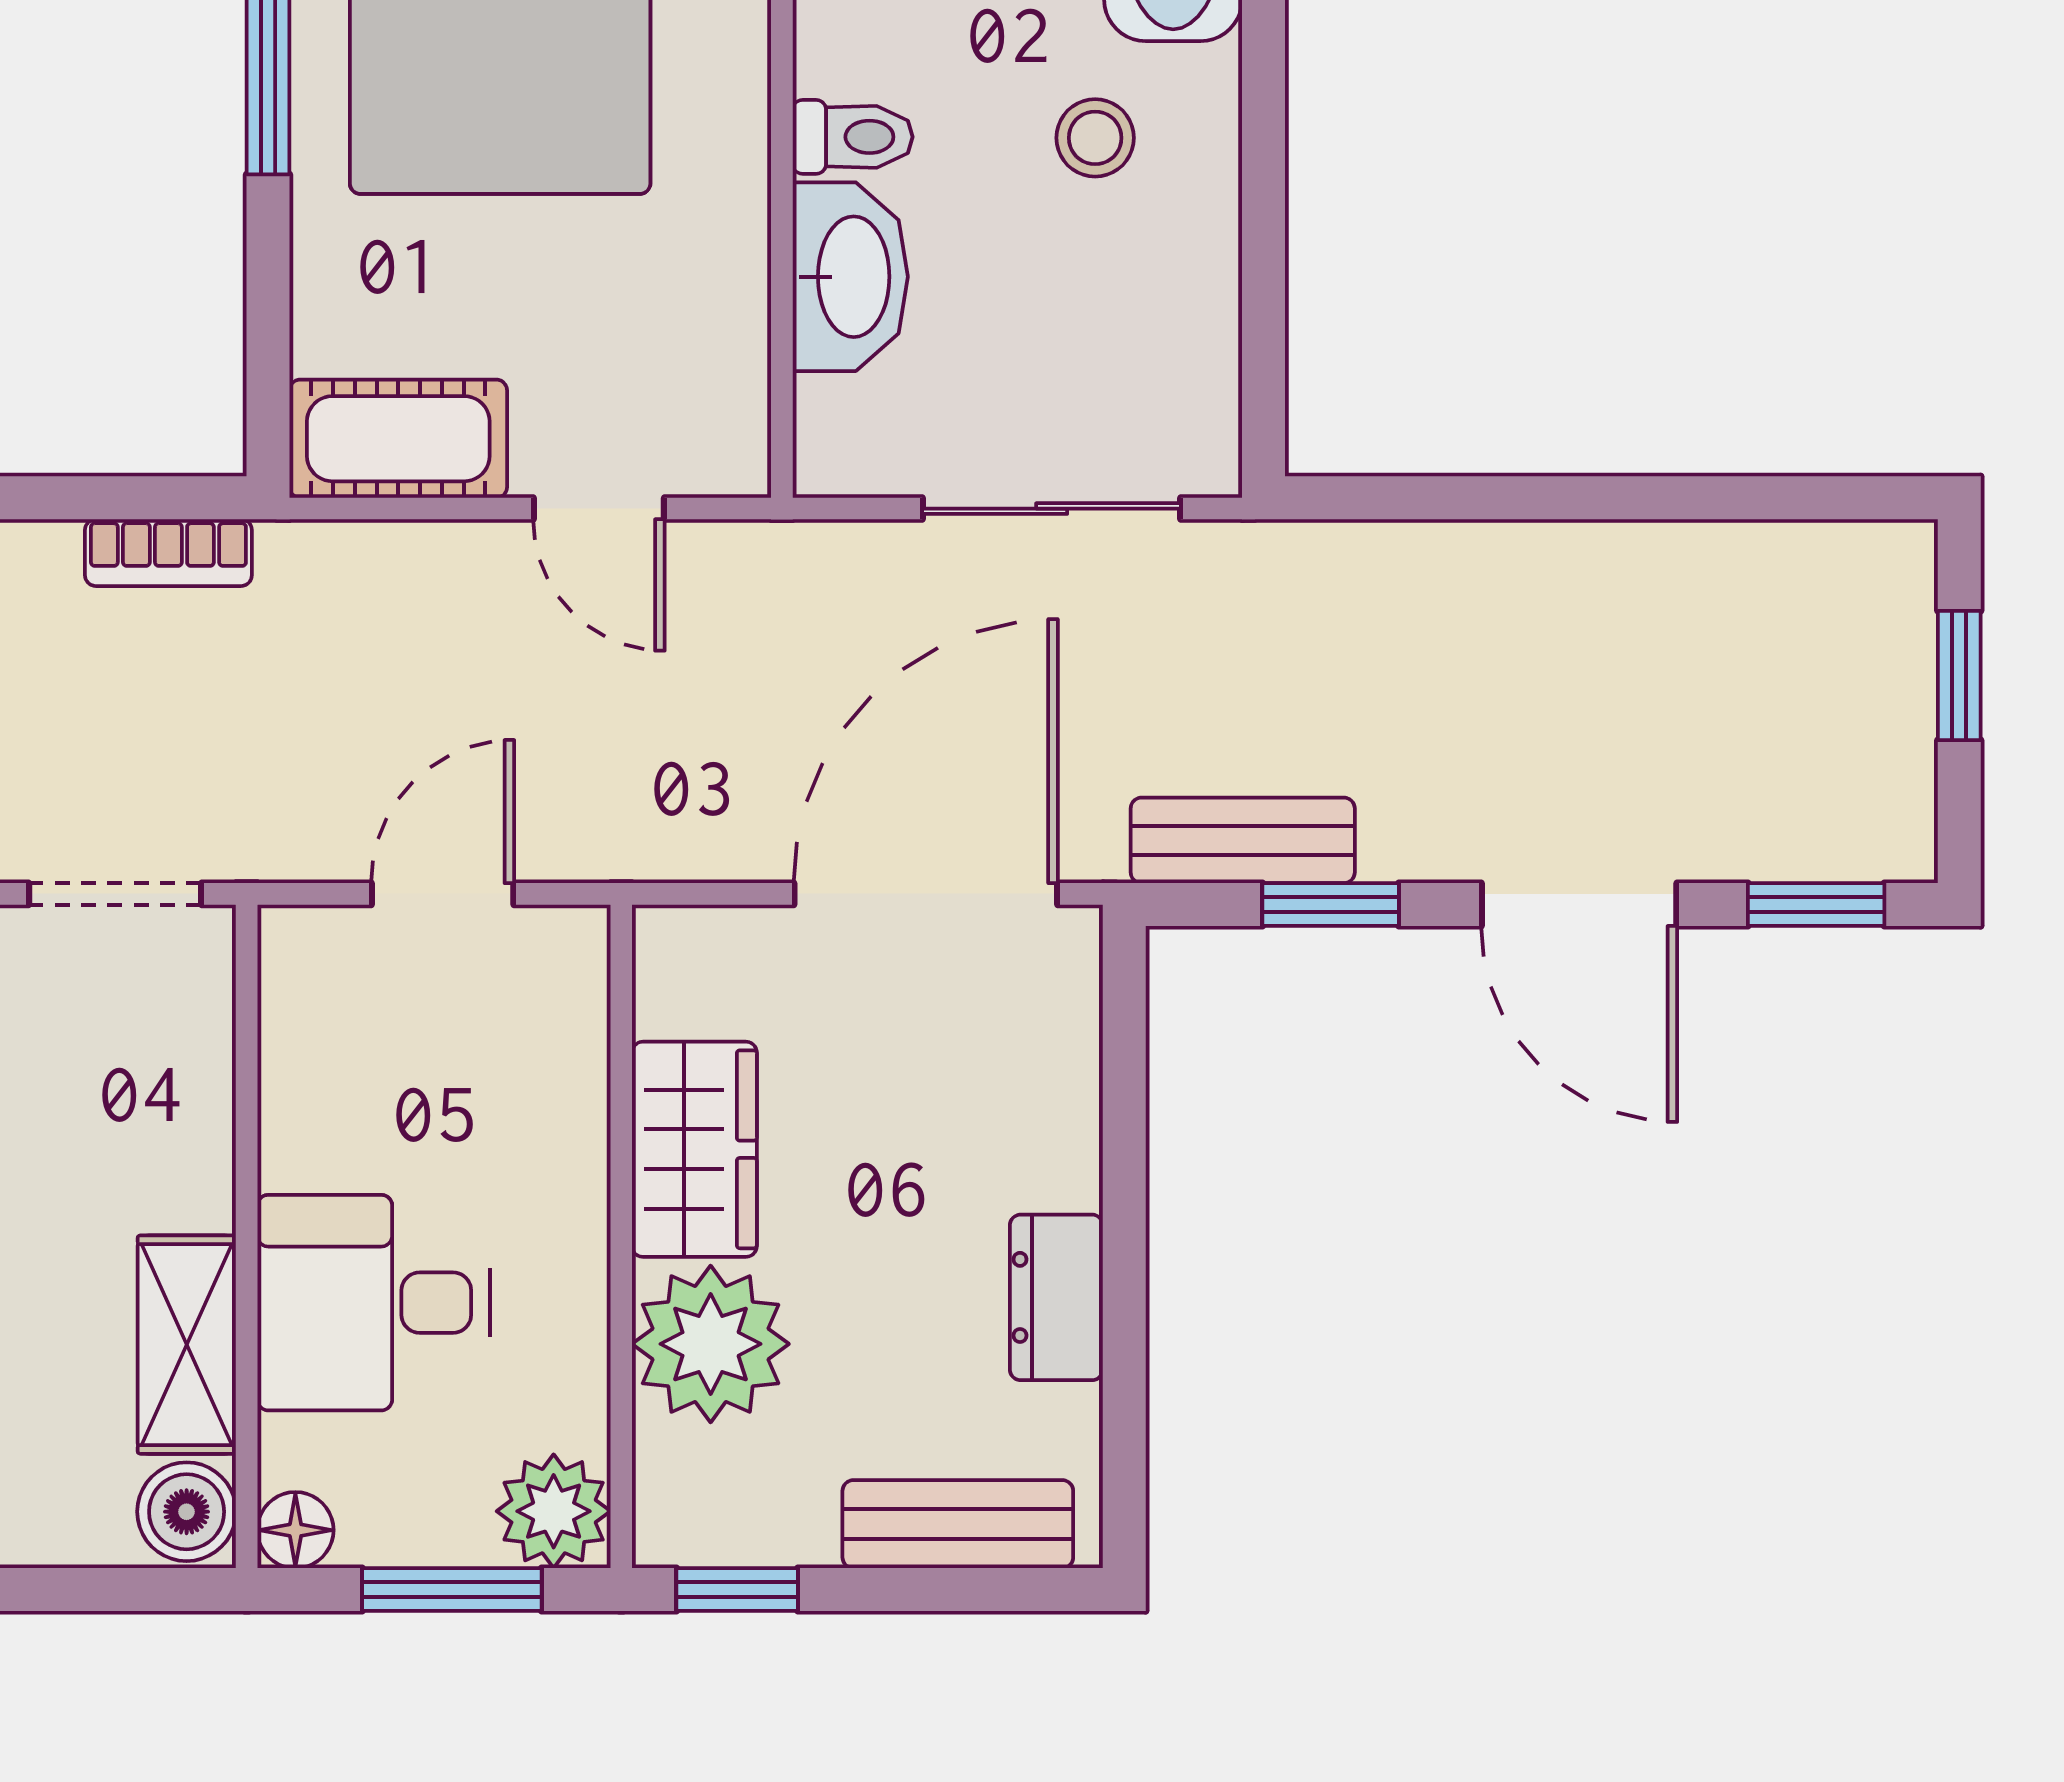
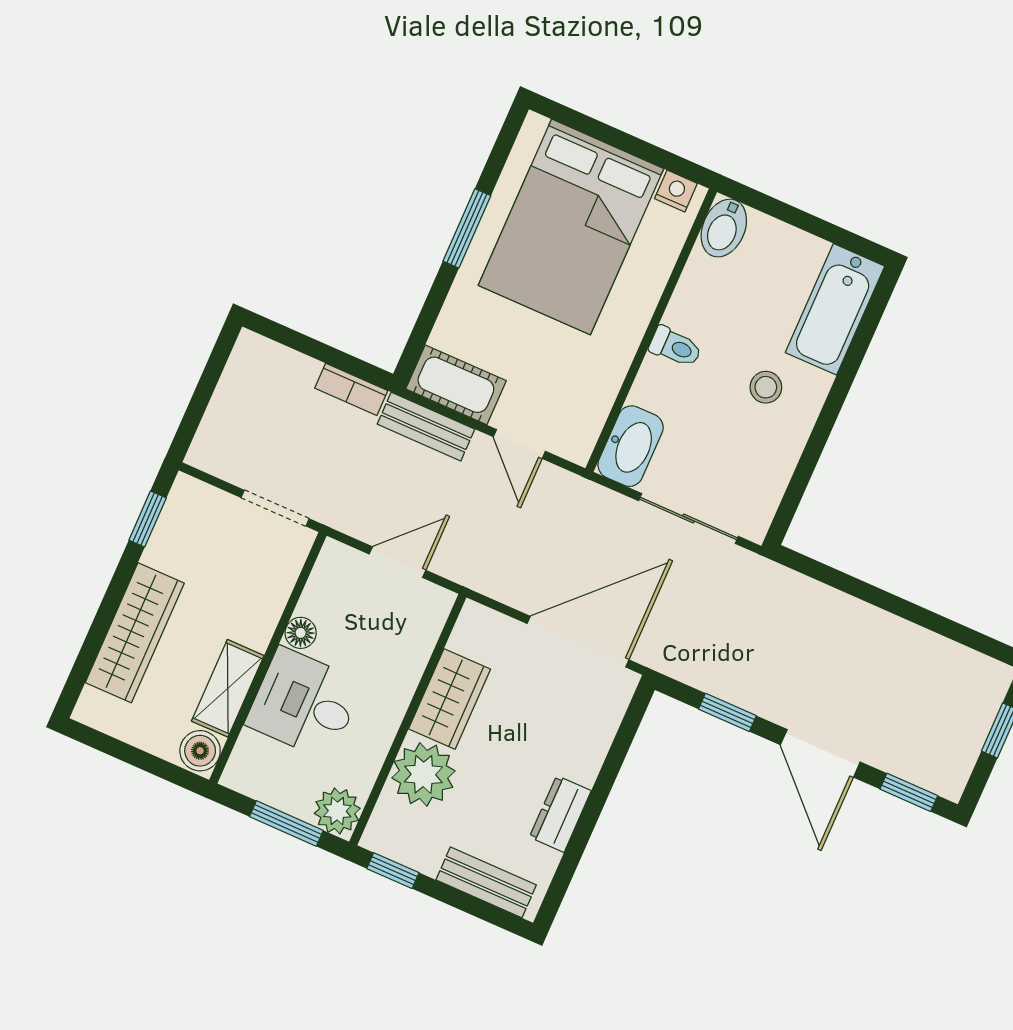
washbasin: (850, 277) -> (631, 446), moved
bench: (1243, 840) -> (426, 427), moved
floor lamp: (295, 1530) -> (301, 633), moved

